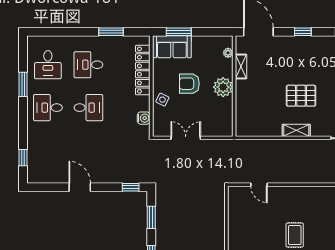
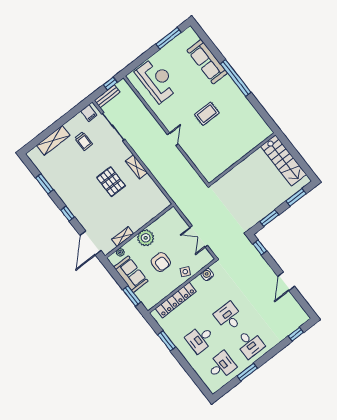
sofa: (172, 47) -> (131, 274), moved
desk: (88, 65) -> (200, 339), turned 90
door: (259, 185) -> (173, 139), moved

